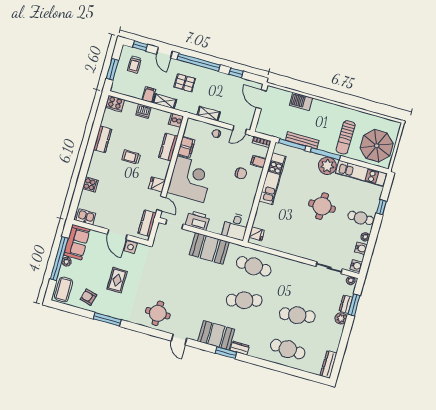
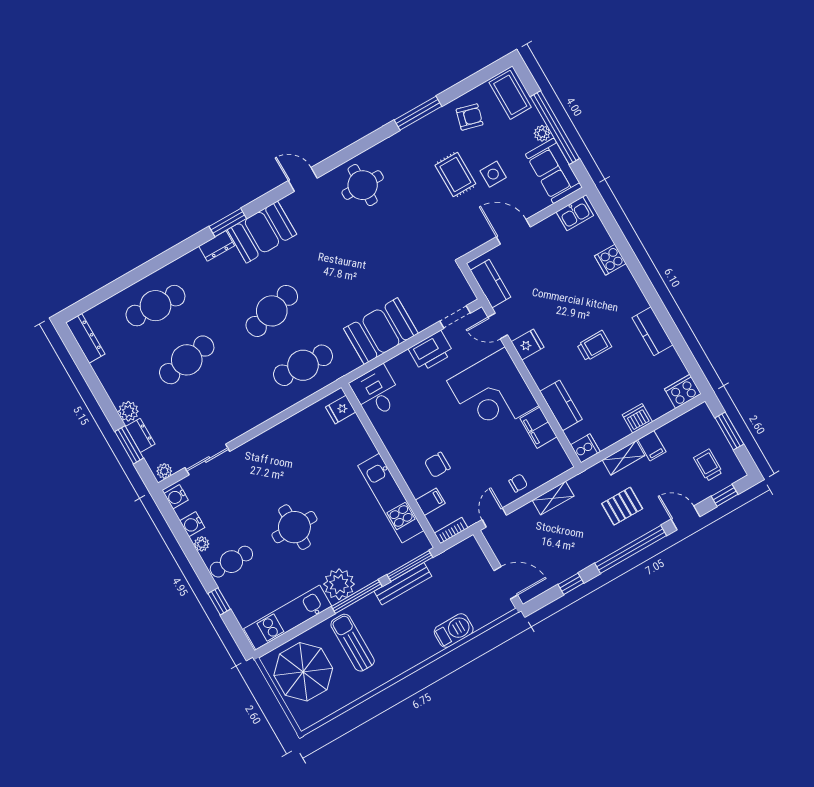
side table: (130, 247) -> (493, 174), moved

